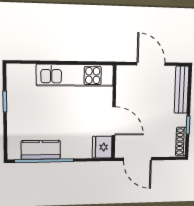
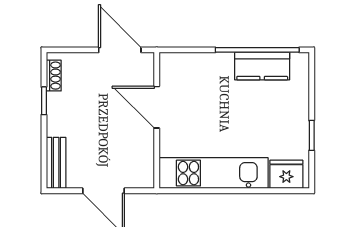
bench: (182, 90) -> (56, 163), width x0.73
shoe rack: (181, 142) -> (54, 76), width x0.70
fridge: (102, 147) -> (286, 174), moved, turned -90

